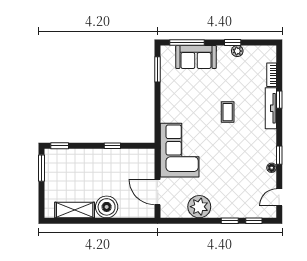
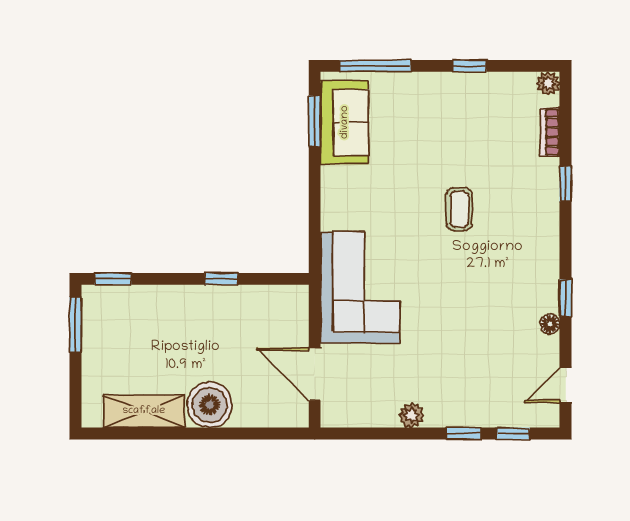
plant: (237, 51) -> (548, 83), moved
sofa: (196, 57) -> (345, 122), moved, turned -90
tv unit: (271, 108) -> (548, 201), removed
plant: (199, 207) -> (411, 415), width x0.53, depth x0.53

